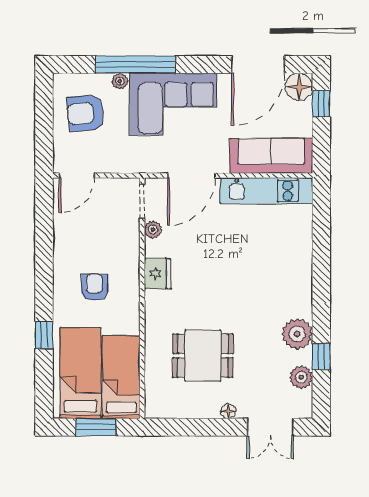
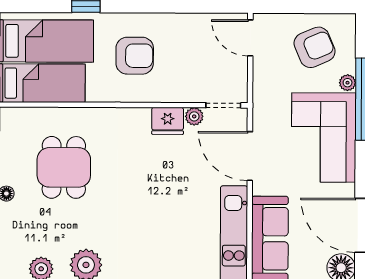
armchair: (86, 113) -> (315, 47), turned 72
fridge: (157, 274) -> (168, 121), moved
armchair: (94, 287) -> (135, 56), width x1.38, depth x1.38

